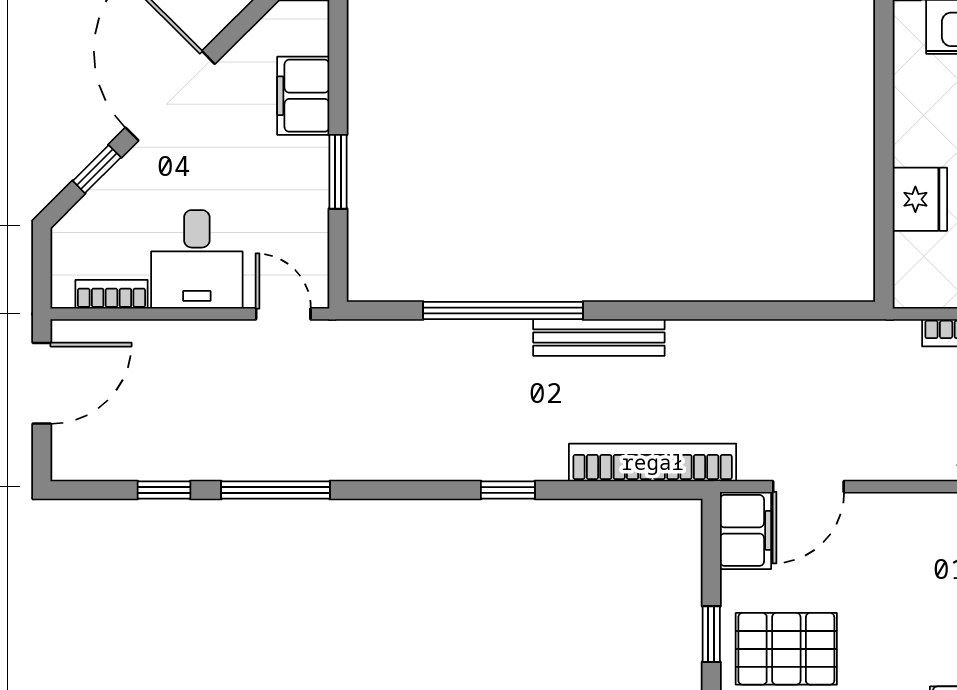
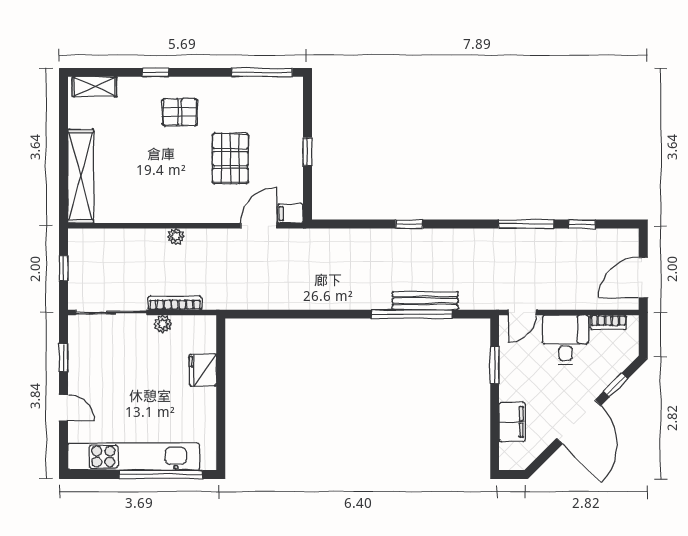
window: (338, 172) -> (495, 365), moved
door: (283, 314) -> (522, 312), hinge flipped
bench: (599, 337) -> (425, 301), moved
bookcase: (653, 462) -> (337, 238), removed
filing cabinet: (746, 530) -> (290, 213), width x0.50
pallet: (786, 649) -> (230, 158), moved, turned 90

